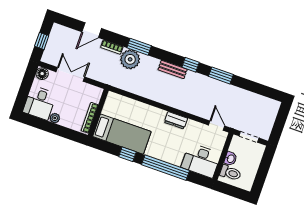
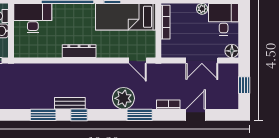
plant: (130, 59) -> (123, 98), moved
bench: (173, 69) -> (70, 103), moved
dresser: (176, 120) -> (79, 51), width x1.44
door: (217, 126) -> (138, 61), moved

